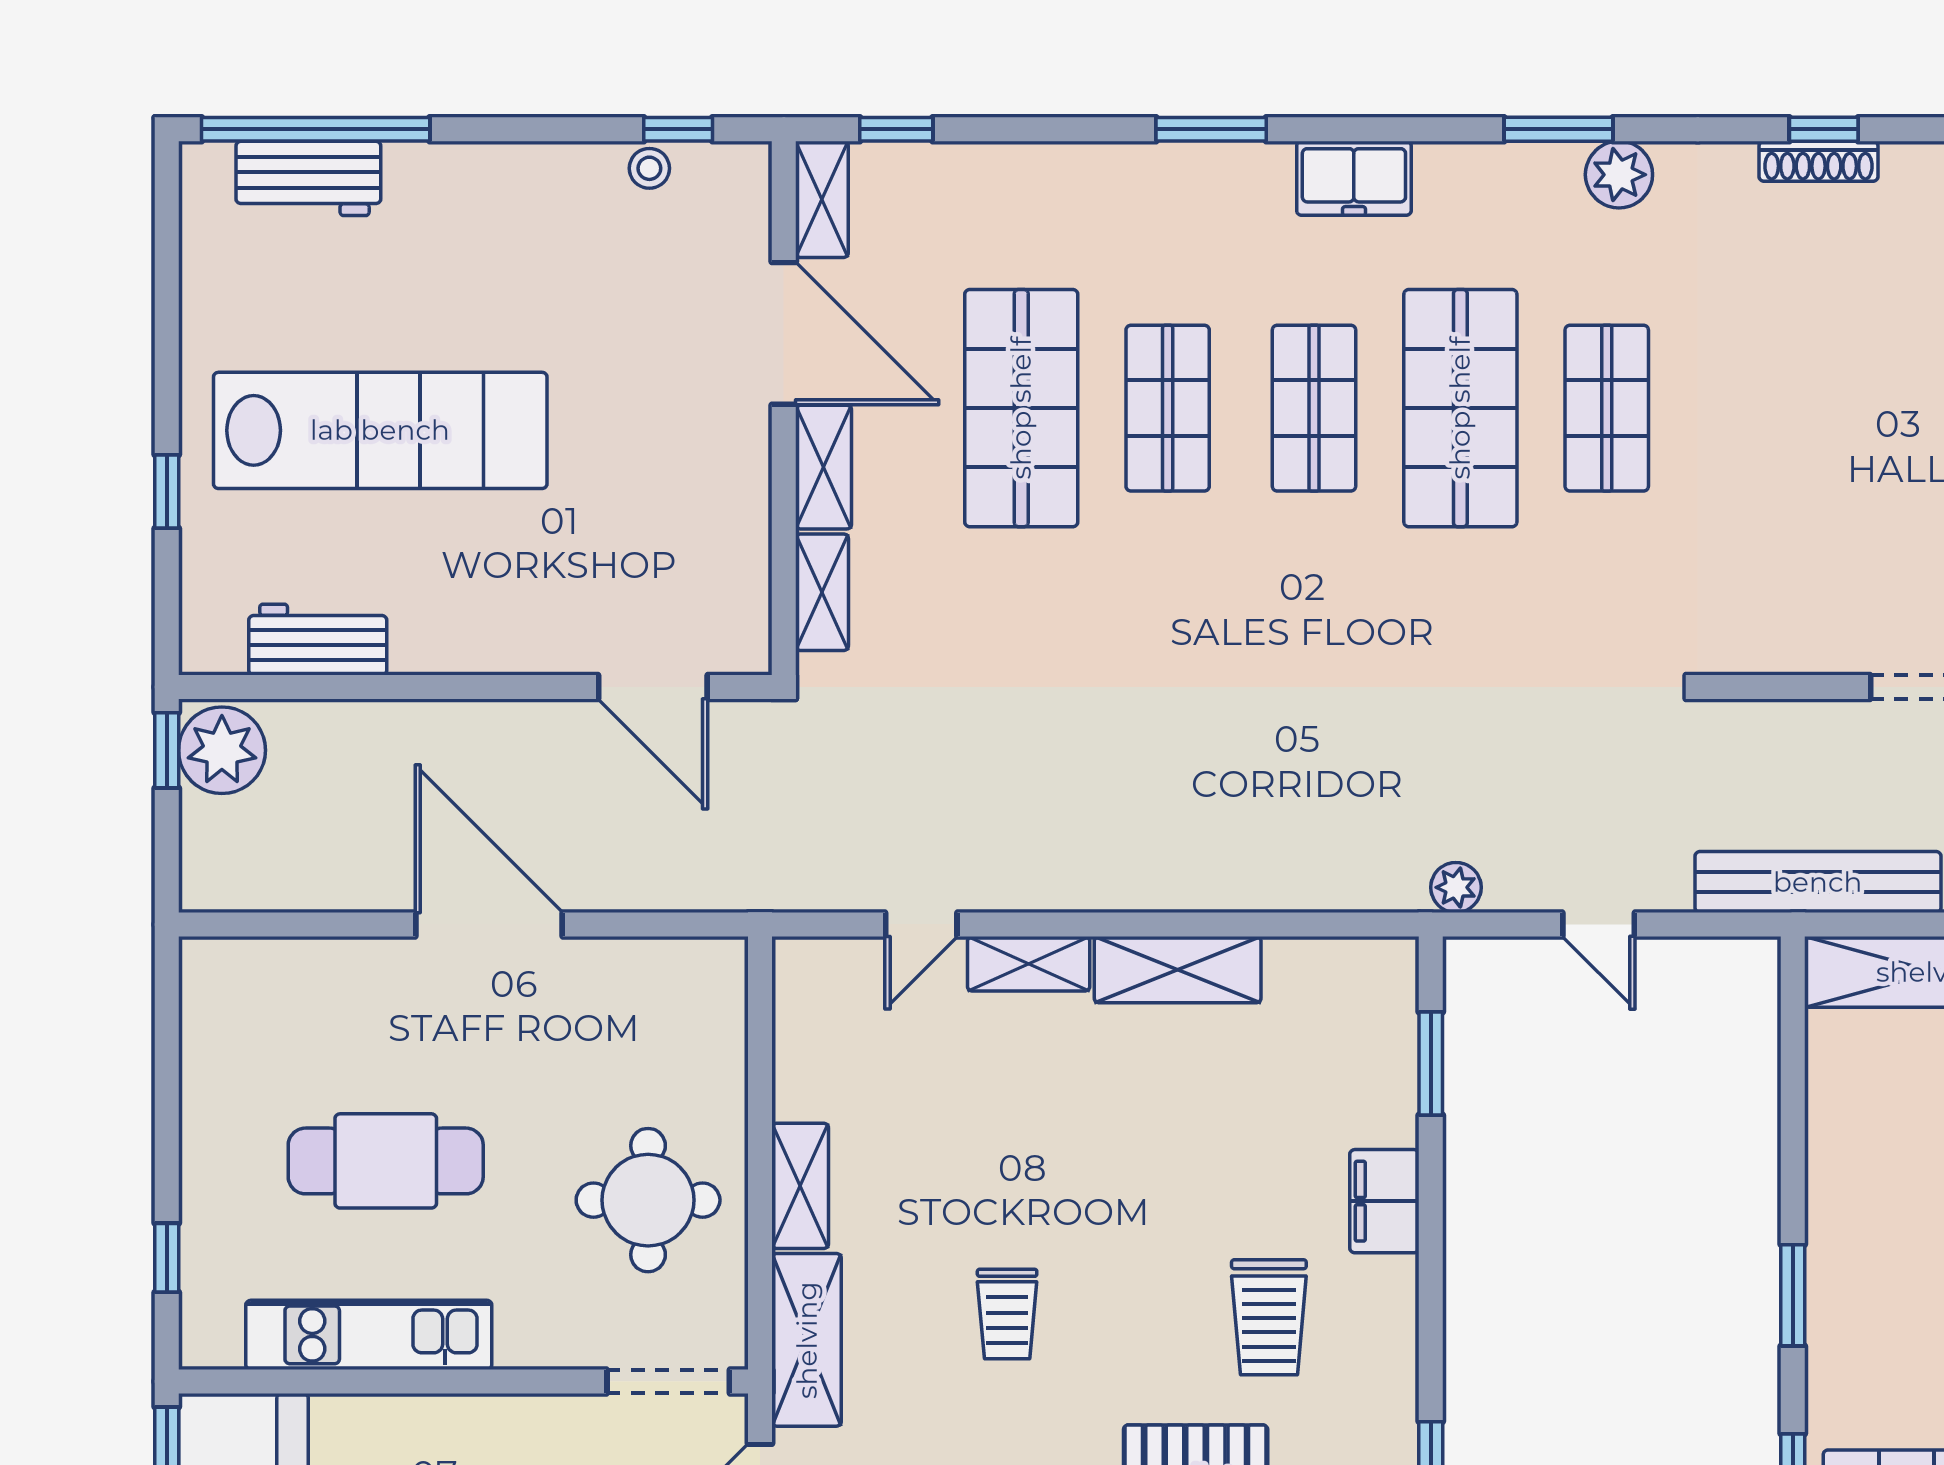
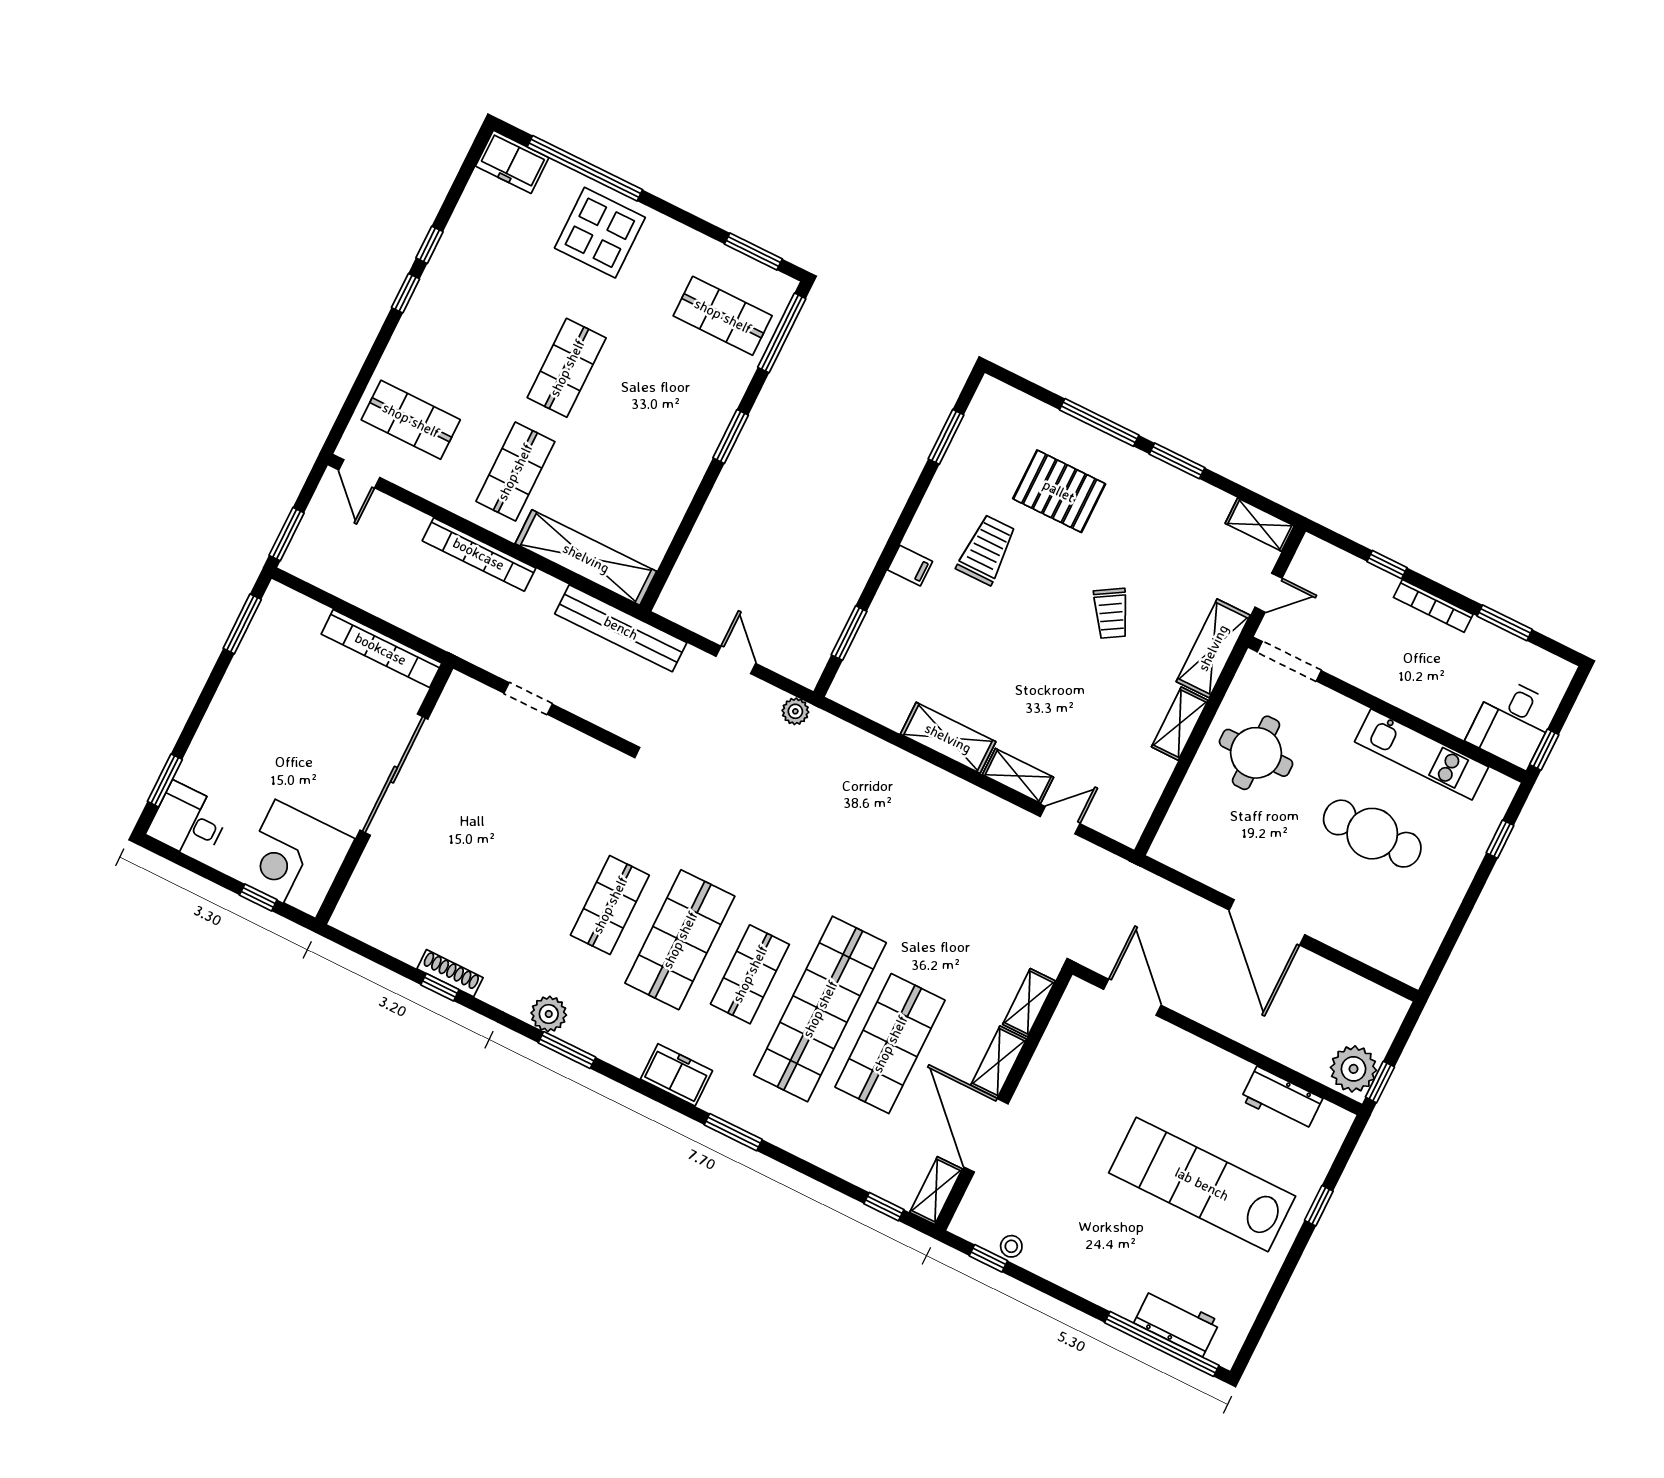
shop shelf: (1168, 408) -> (820, 1009), width x2.00, depth x1.36
filing cabinet: (1384, 1201) -> (910, 566), width x0.50
trolley: (1007, 1314) -> (1111, 613), turned 149

